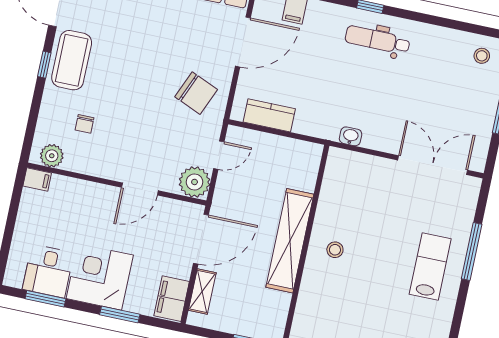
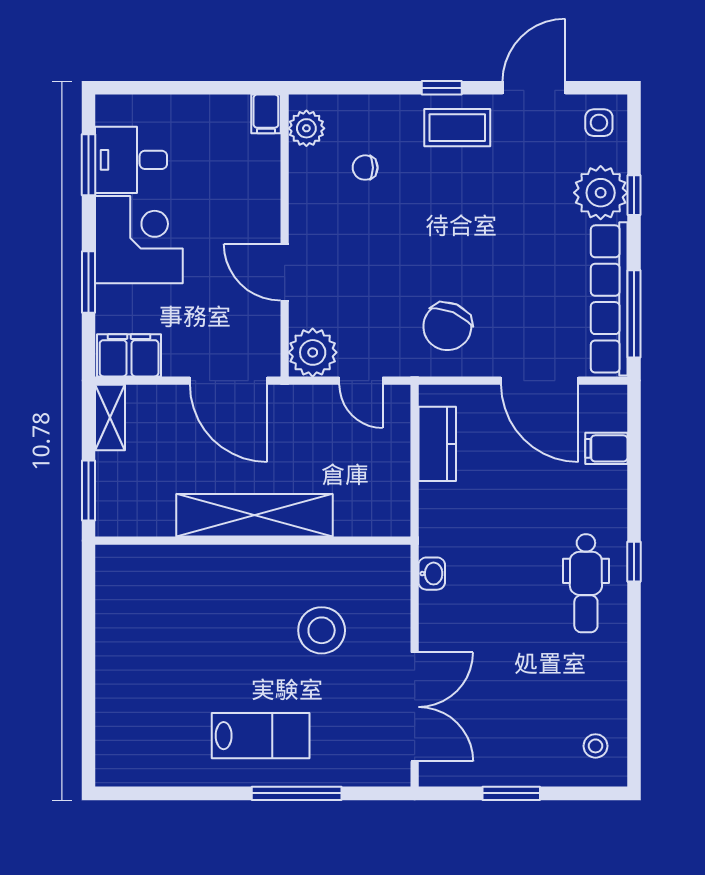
dental chair: (377, 40) -> (586, 583), turned 180
coffee table: (72, 60) -> (457, 128), width x0.73, depth x0.76
stool: (335, 250) -> (322, 630), moved, width x1.89, depth x1.89
shelving: (202, 292) -> (110, 417), moved, turned 90

